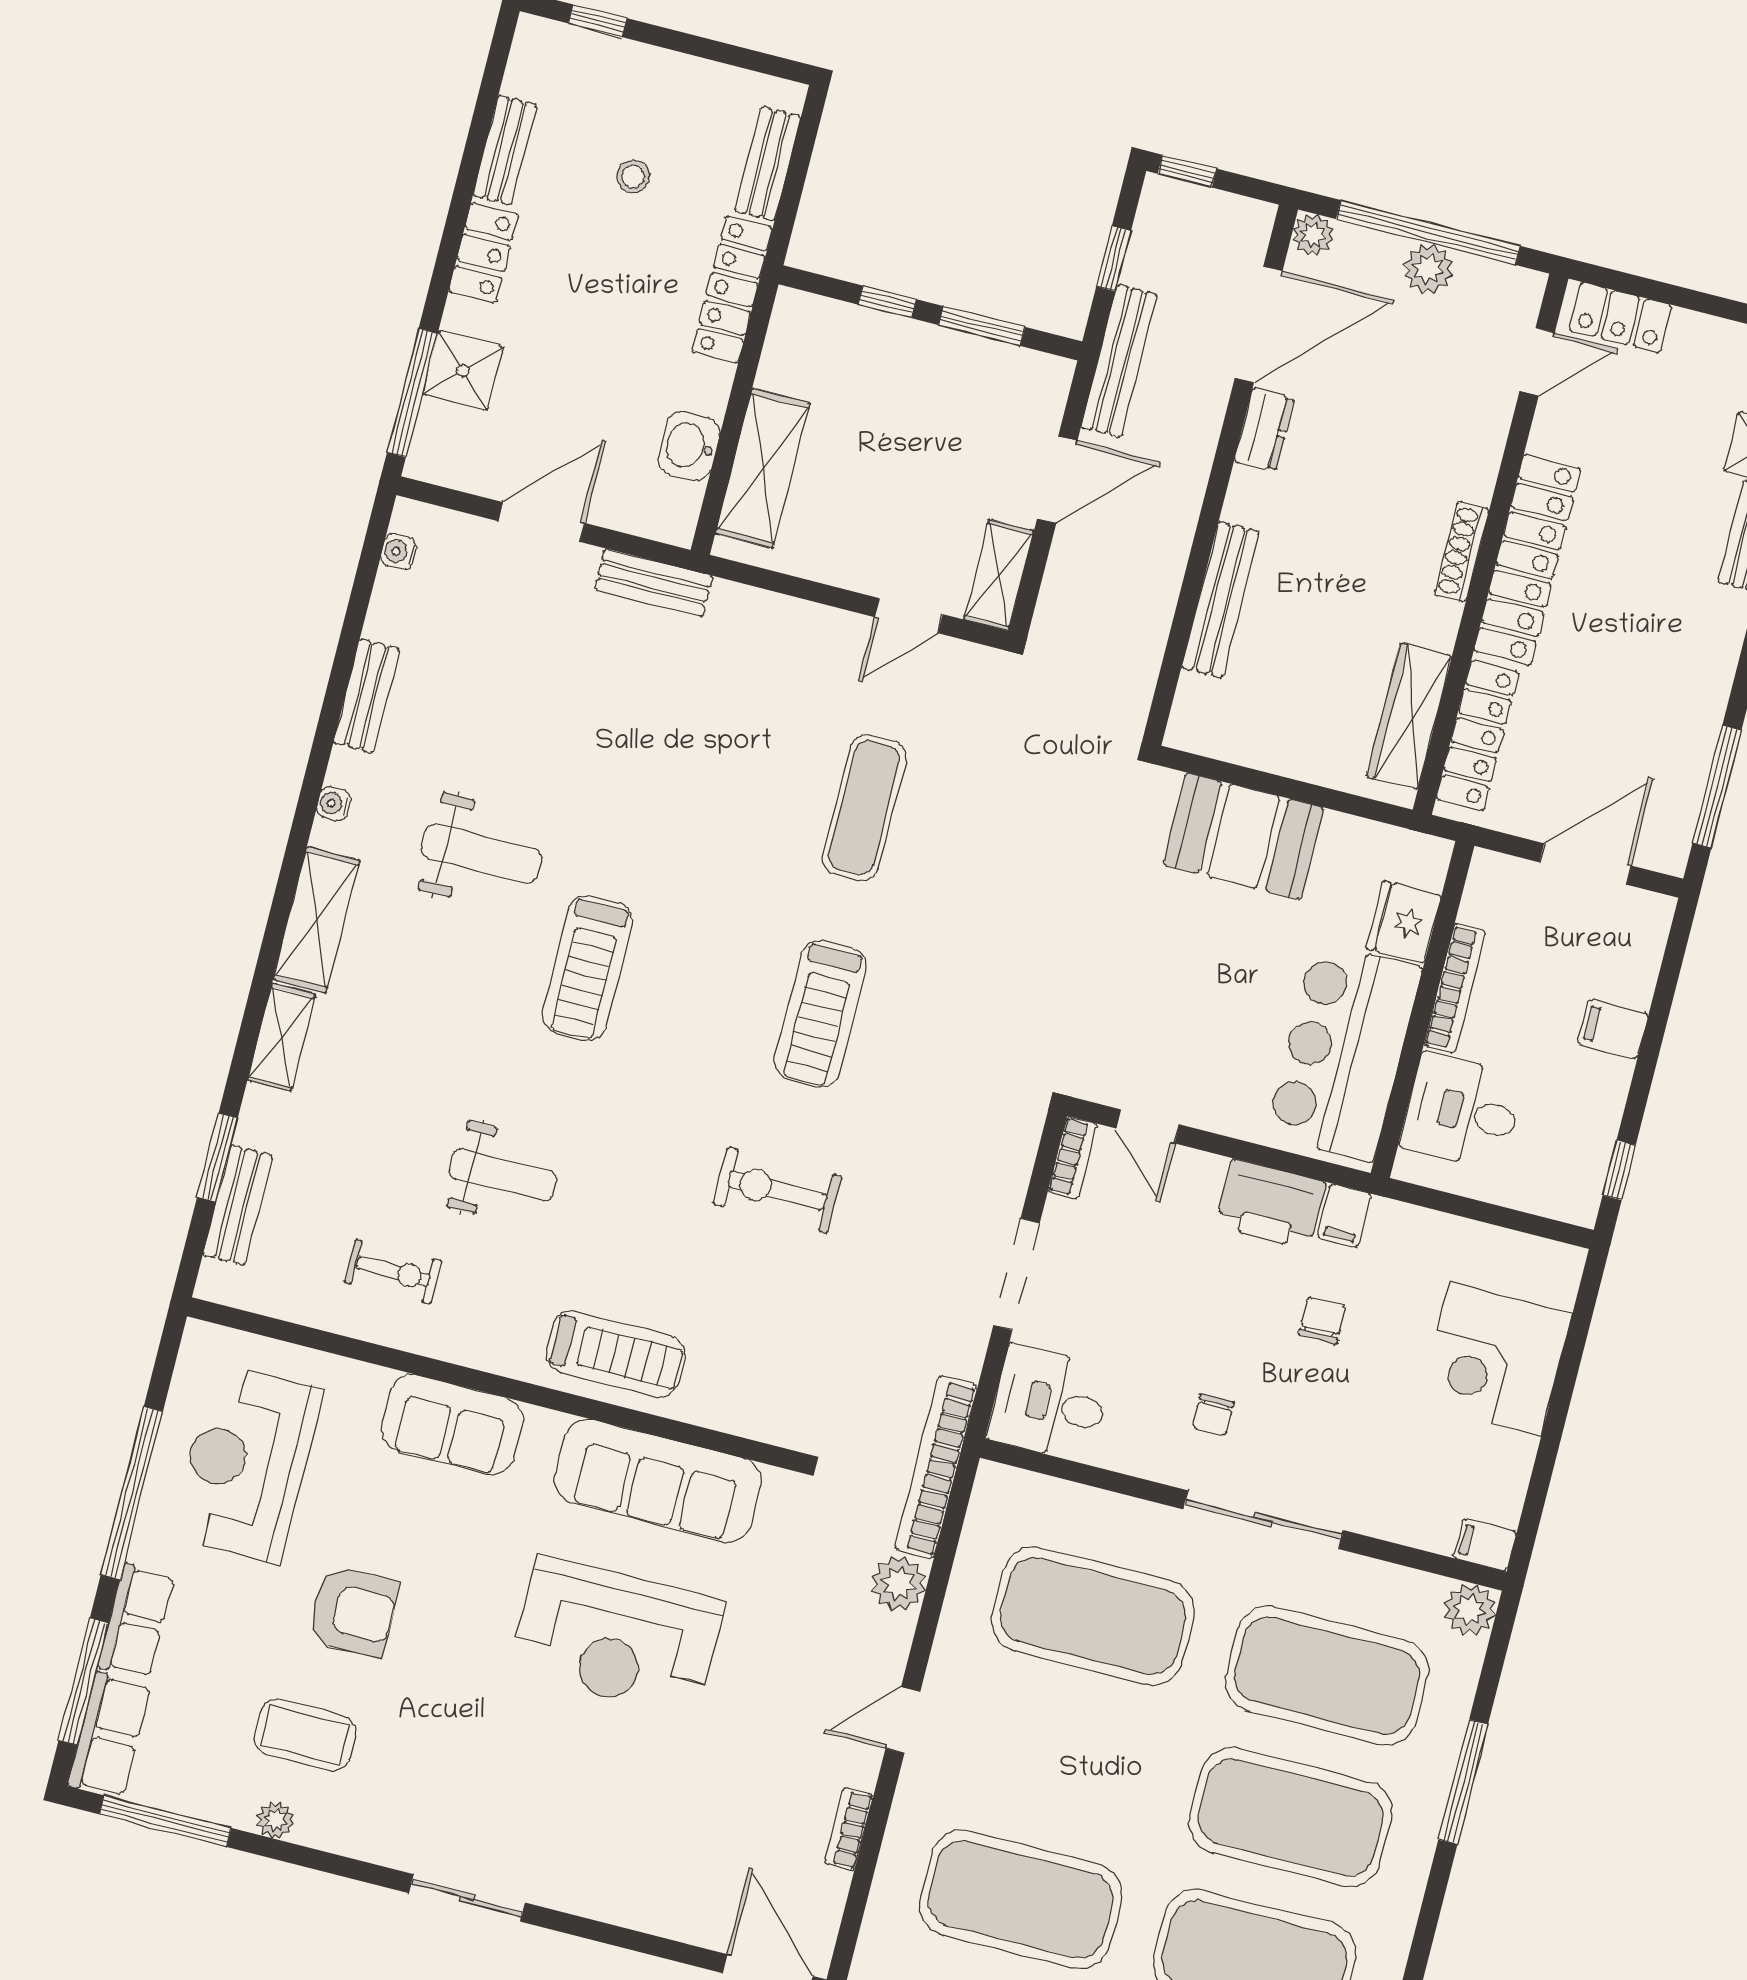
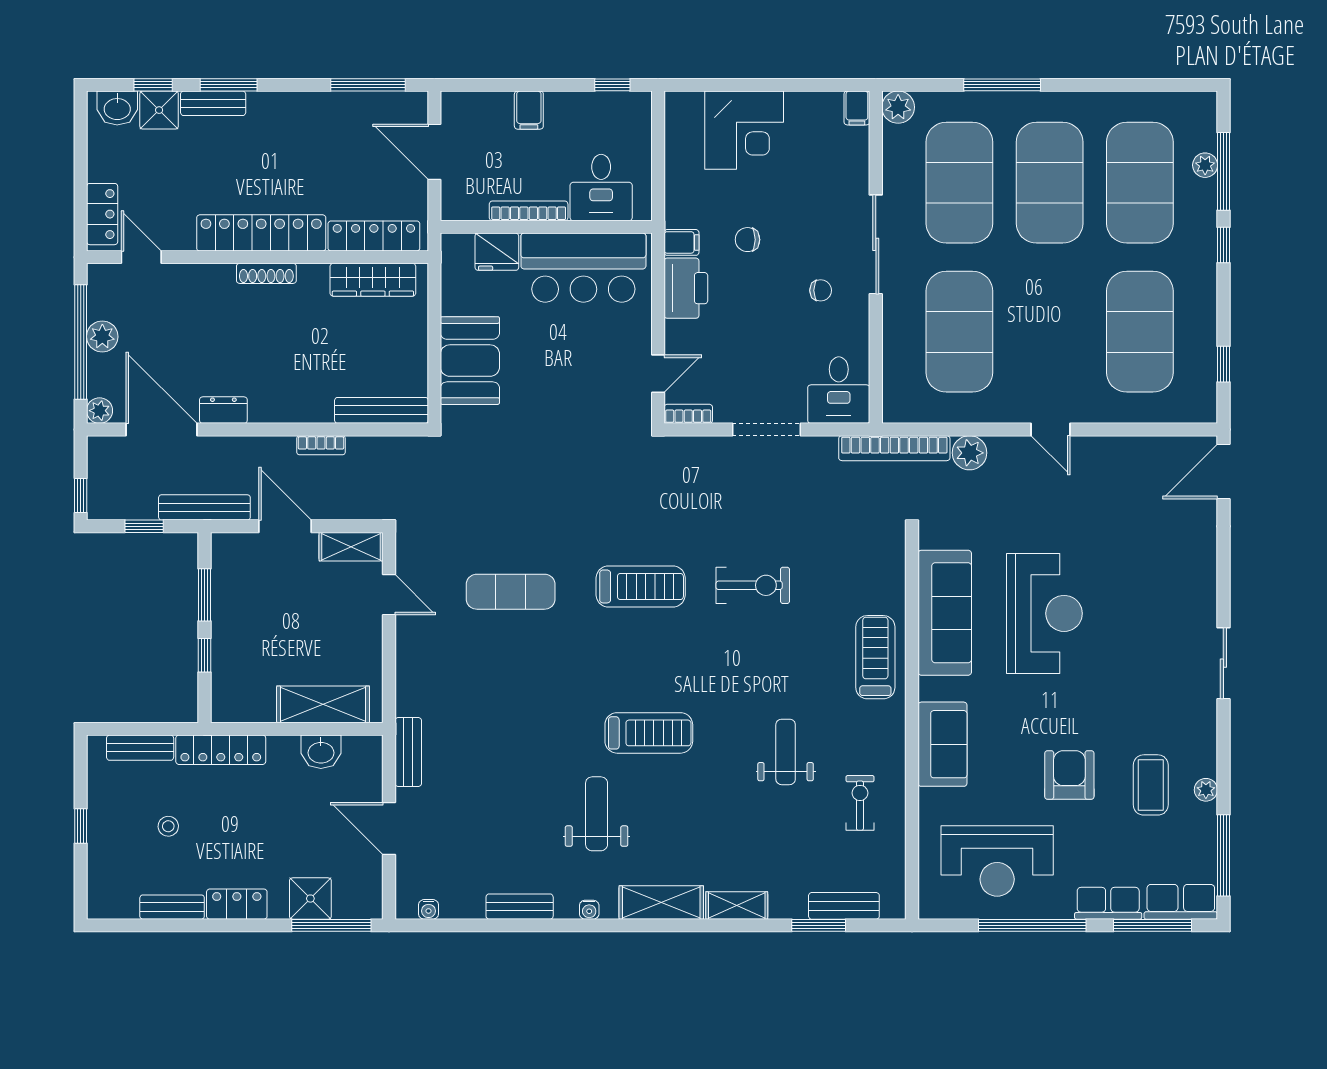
window: (598, 21) -> (81, 826), moved
bench: (1220, 600) -> (381, 410), moved
exercise bike: (777, 1190) -> (753, 585), turned -90
bookcase: (849, 1829) -> (321, 445), moved

